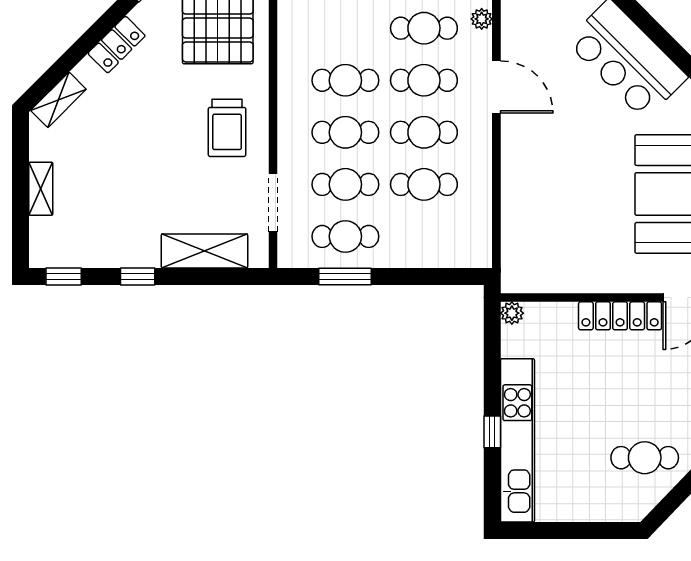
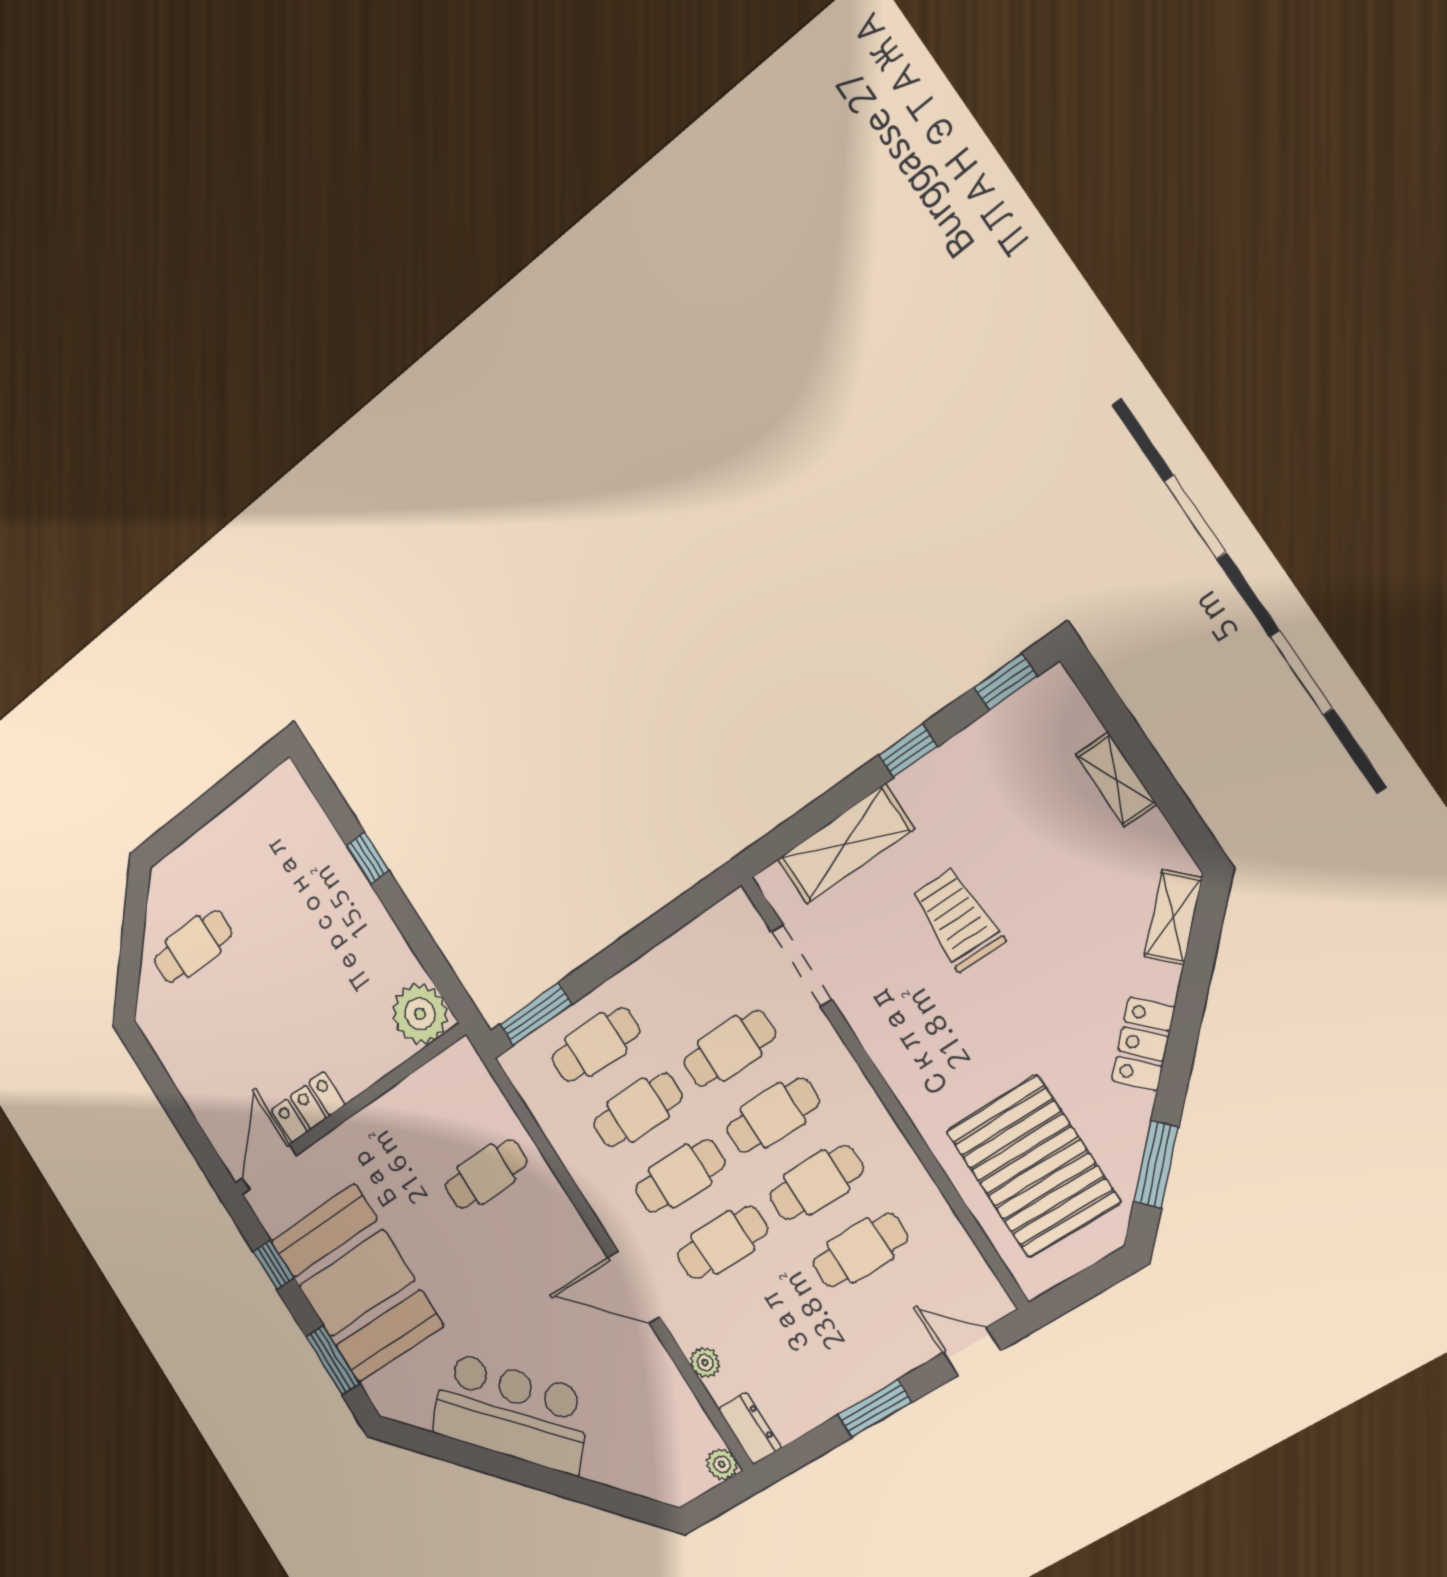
cafe table: (424, 28) -> (860, 1250), moved
trolley: (227, 128) -> (957, 919), moved
cafe table: (545, 206) -> (486, 1174), added
cafe table: (345, 236) -> (596, 1045), moved
window: (345, 277) -> (536, 1014), moved
plant: (512, 313) -> (420, 1014), width x1.87, depth x1.87
locker: (620, 316) -> (308, 1107), width x0.66
kitchen unit: (517, 440) -> (334, 868), removed

